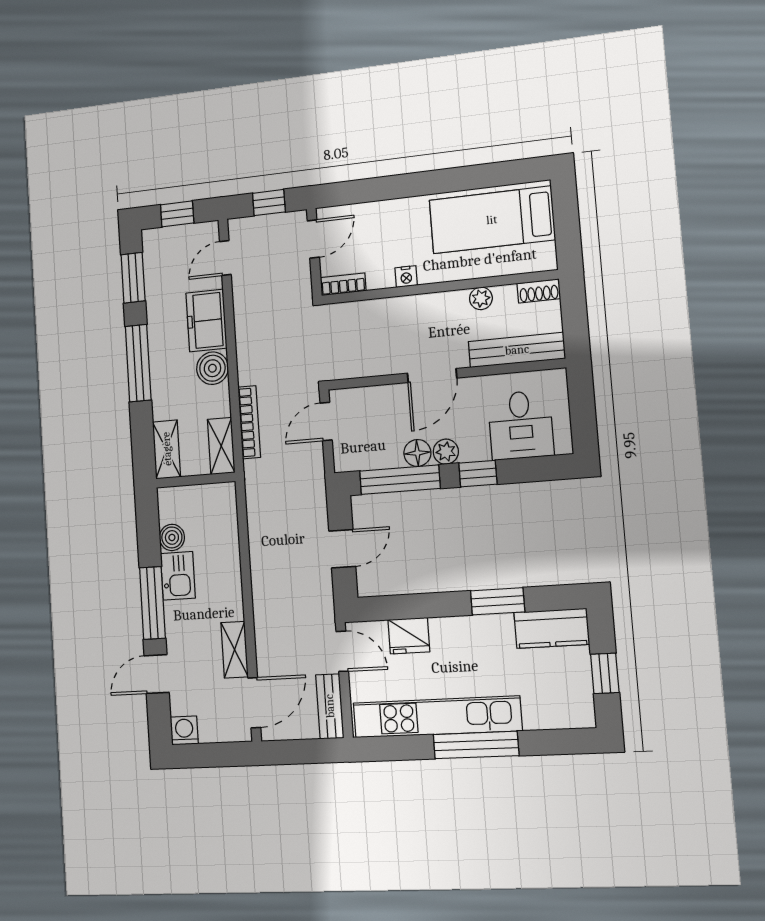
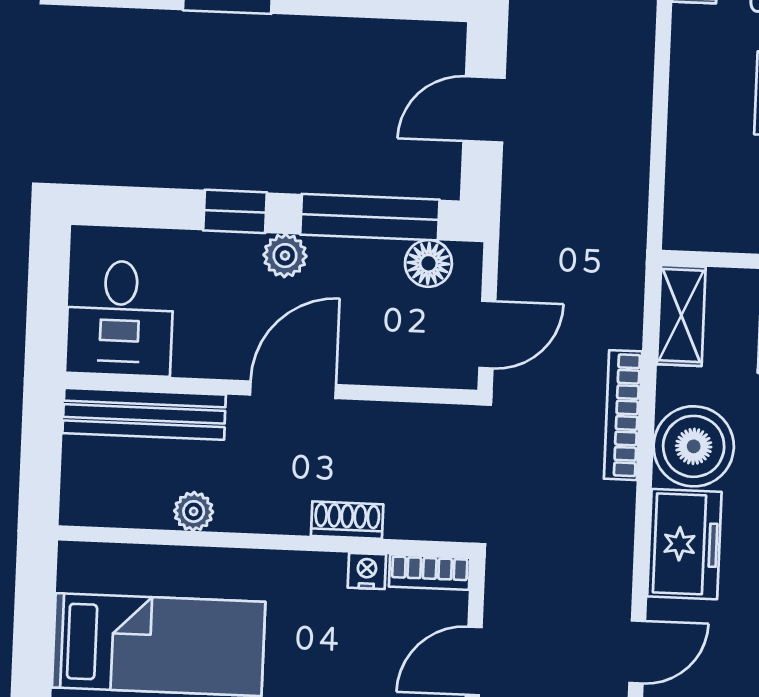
nightstand: (406, 277) -> (367, 571), moved
shoe rack: (539, 291) -> (347, 520), moved
boiler: (212, 368) -> (694, 446), width x1.37, depth x1.37
bookcase: (249, 422) -> (623, 415), moved
desk: (521, 425) -> (120, 318), moved, turned 180
floor lamp: (417, 453) -> (428, 263), moved

